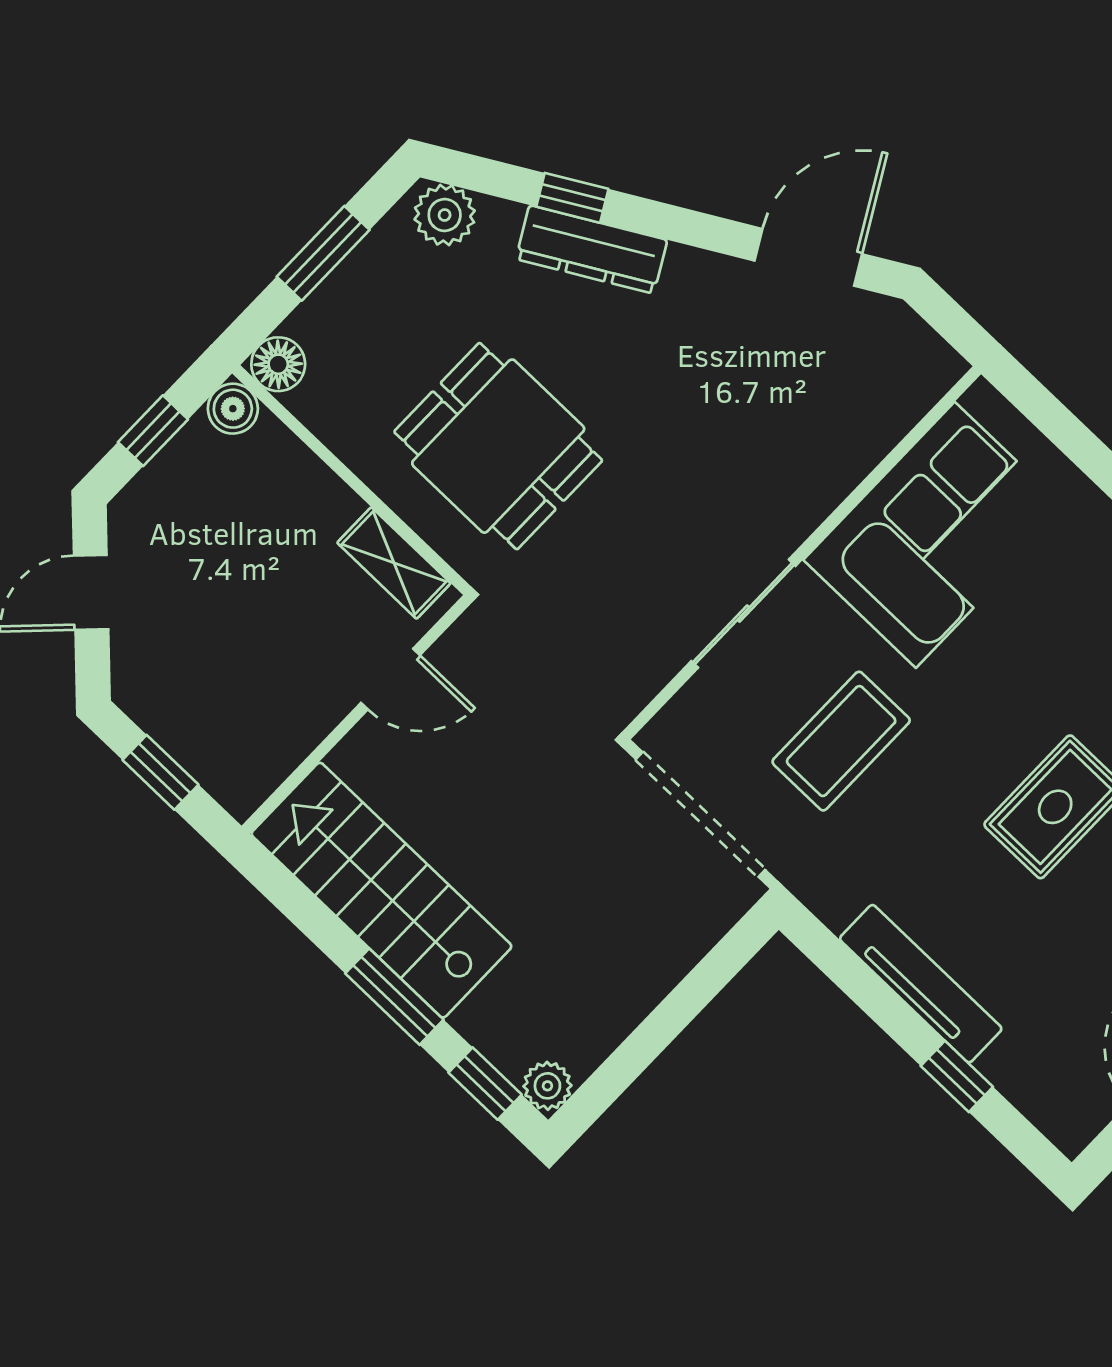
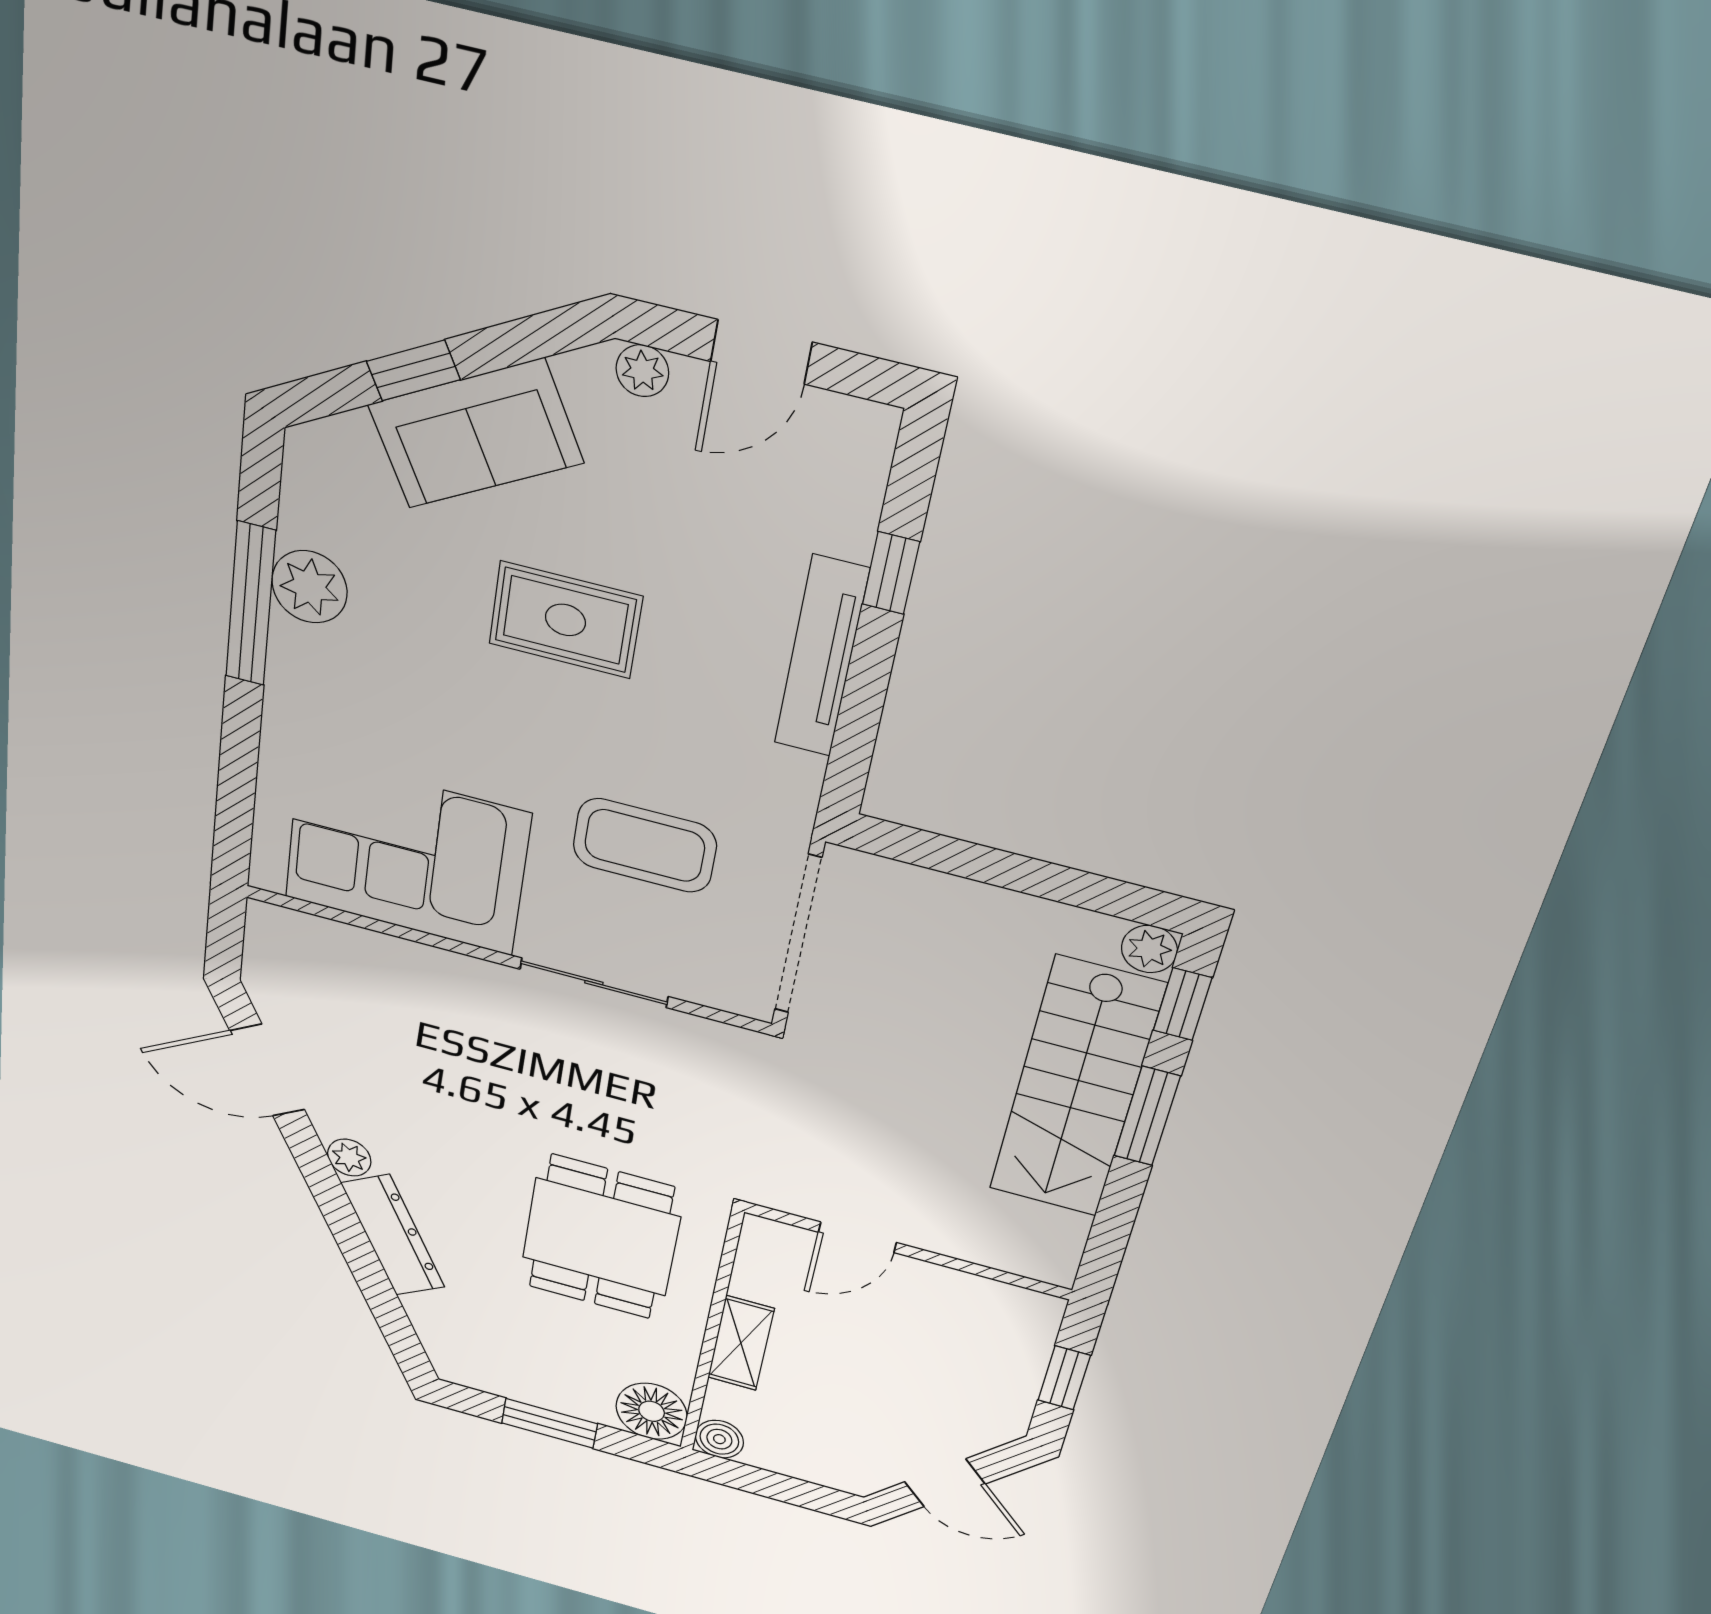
window: (572, 198) -> (366, 1266), removed
plant: (445, 215) -> (349, 1158), moved, width x0.73, depth x0.73
floor lamp: (278, 364) -> (652, 1411), width x1.38, depth x1.38
window: (153, 431) -> (780, 1487), removed
shelving: (394, 563) -> (741, 1343), moved
door: (390, 679) -> (857, 1237), swing flipped
stairs: (381, 890) -> (1076, 1088), moved

